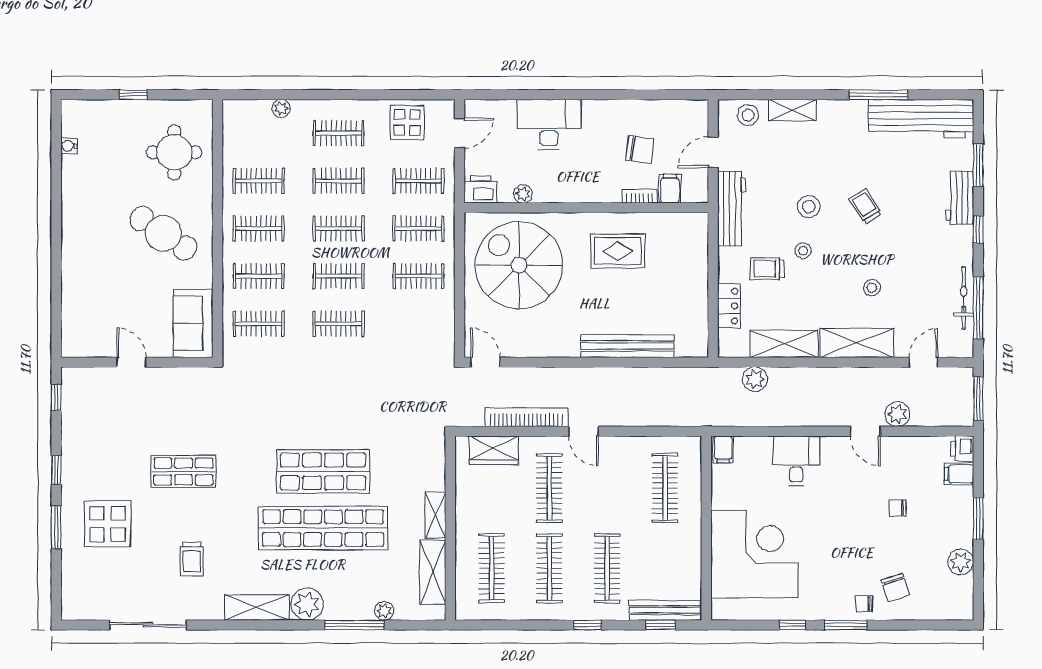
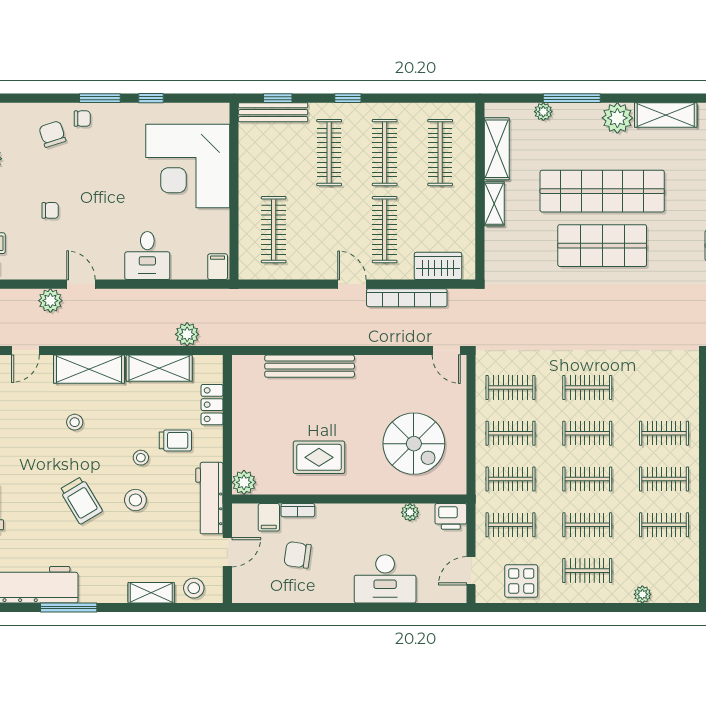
trolley: (865, 206) -> (81, 500), width x1.36, depth x1.39
plant: (696, 225) -> (244, 482), added
spiral stairs: (519, 265) -> (414, 444), width x0.73, depth x0.73
clothes rail: (259, 324) -> (510, 387), moved

